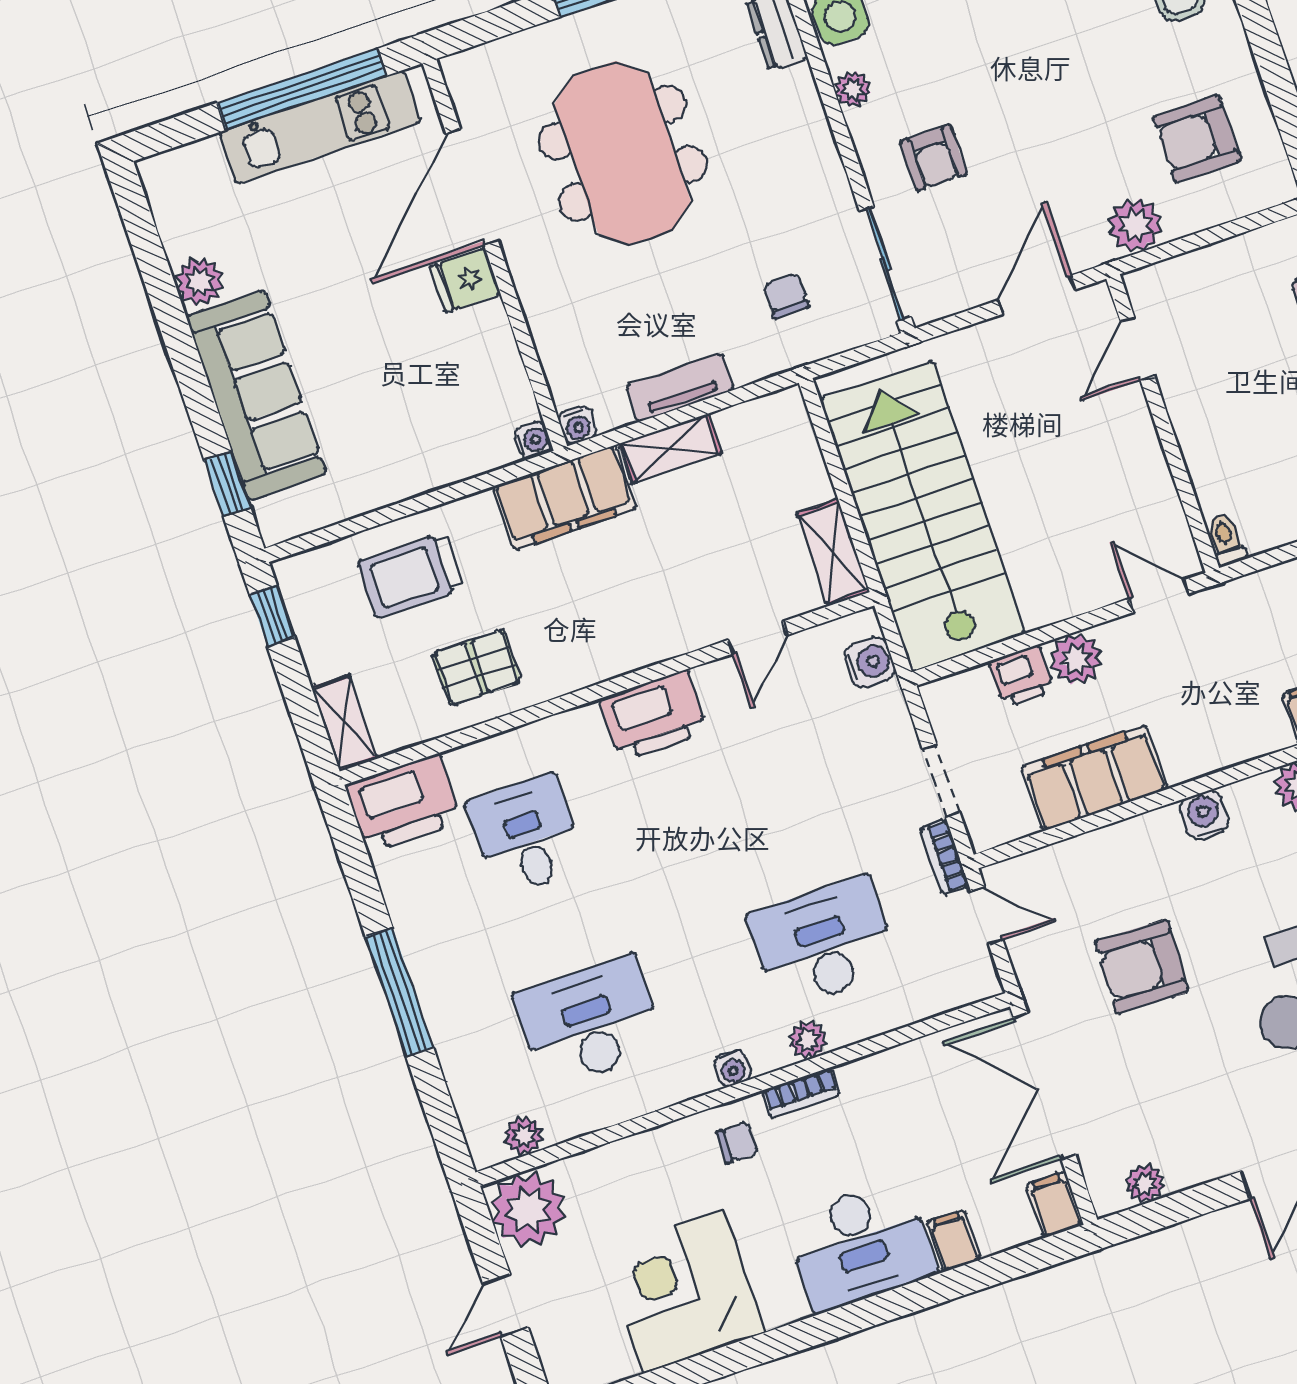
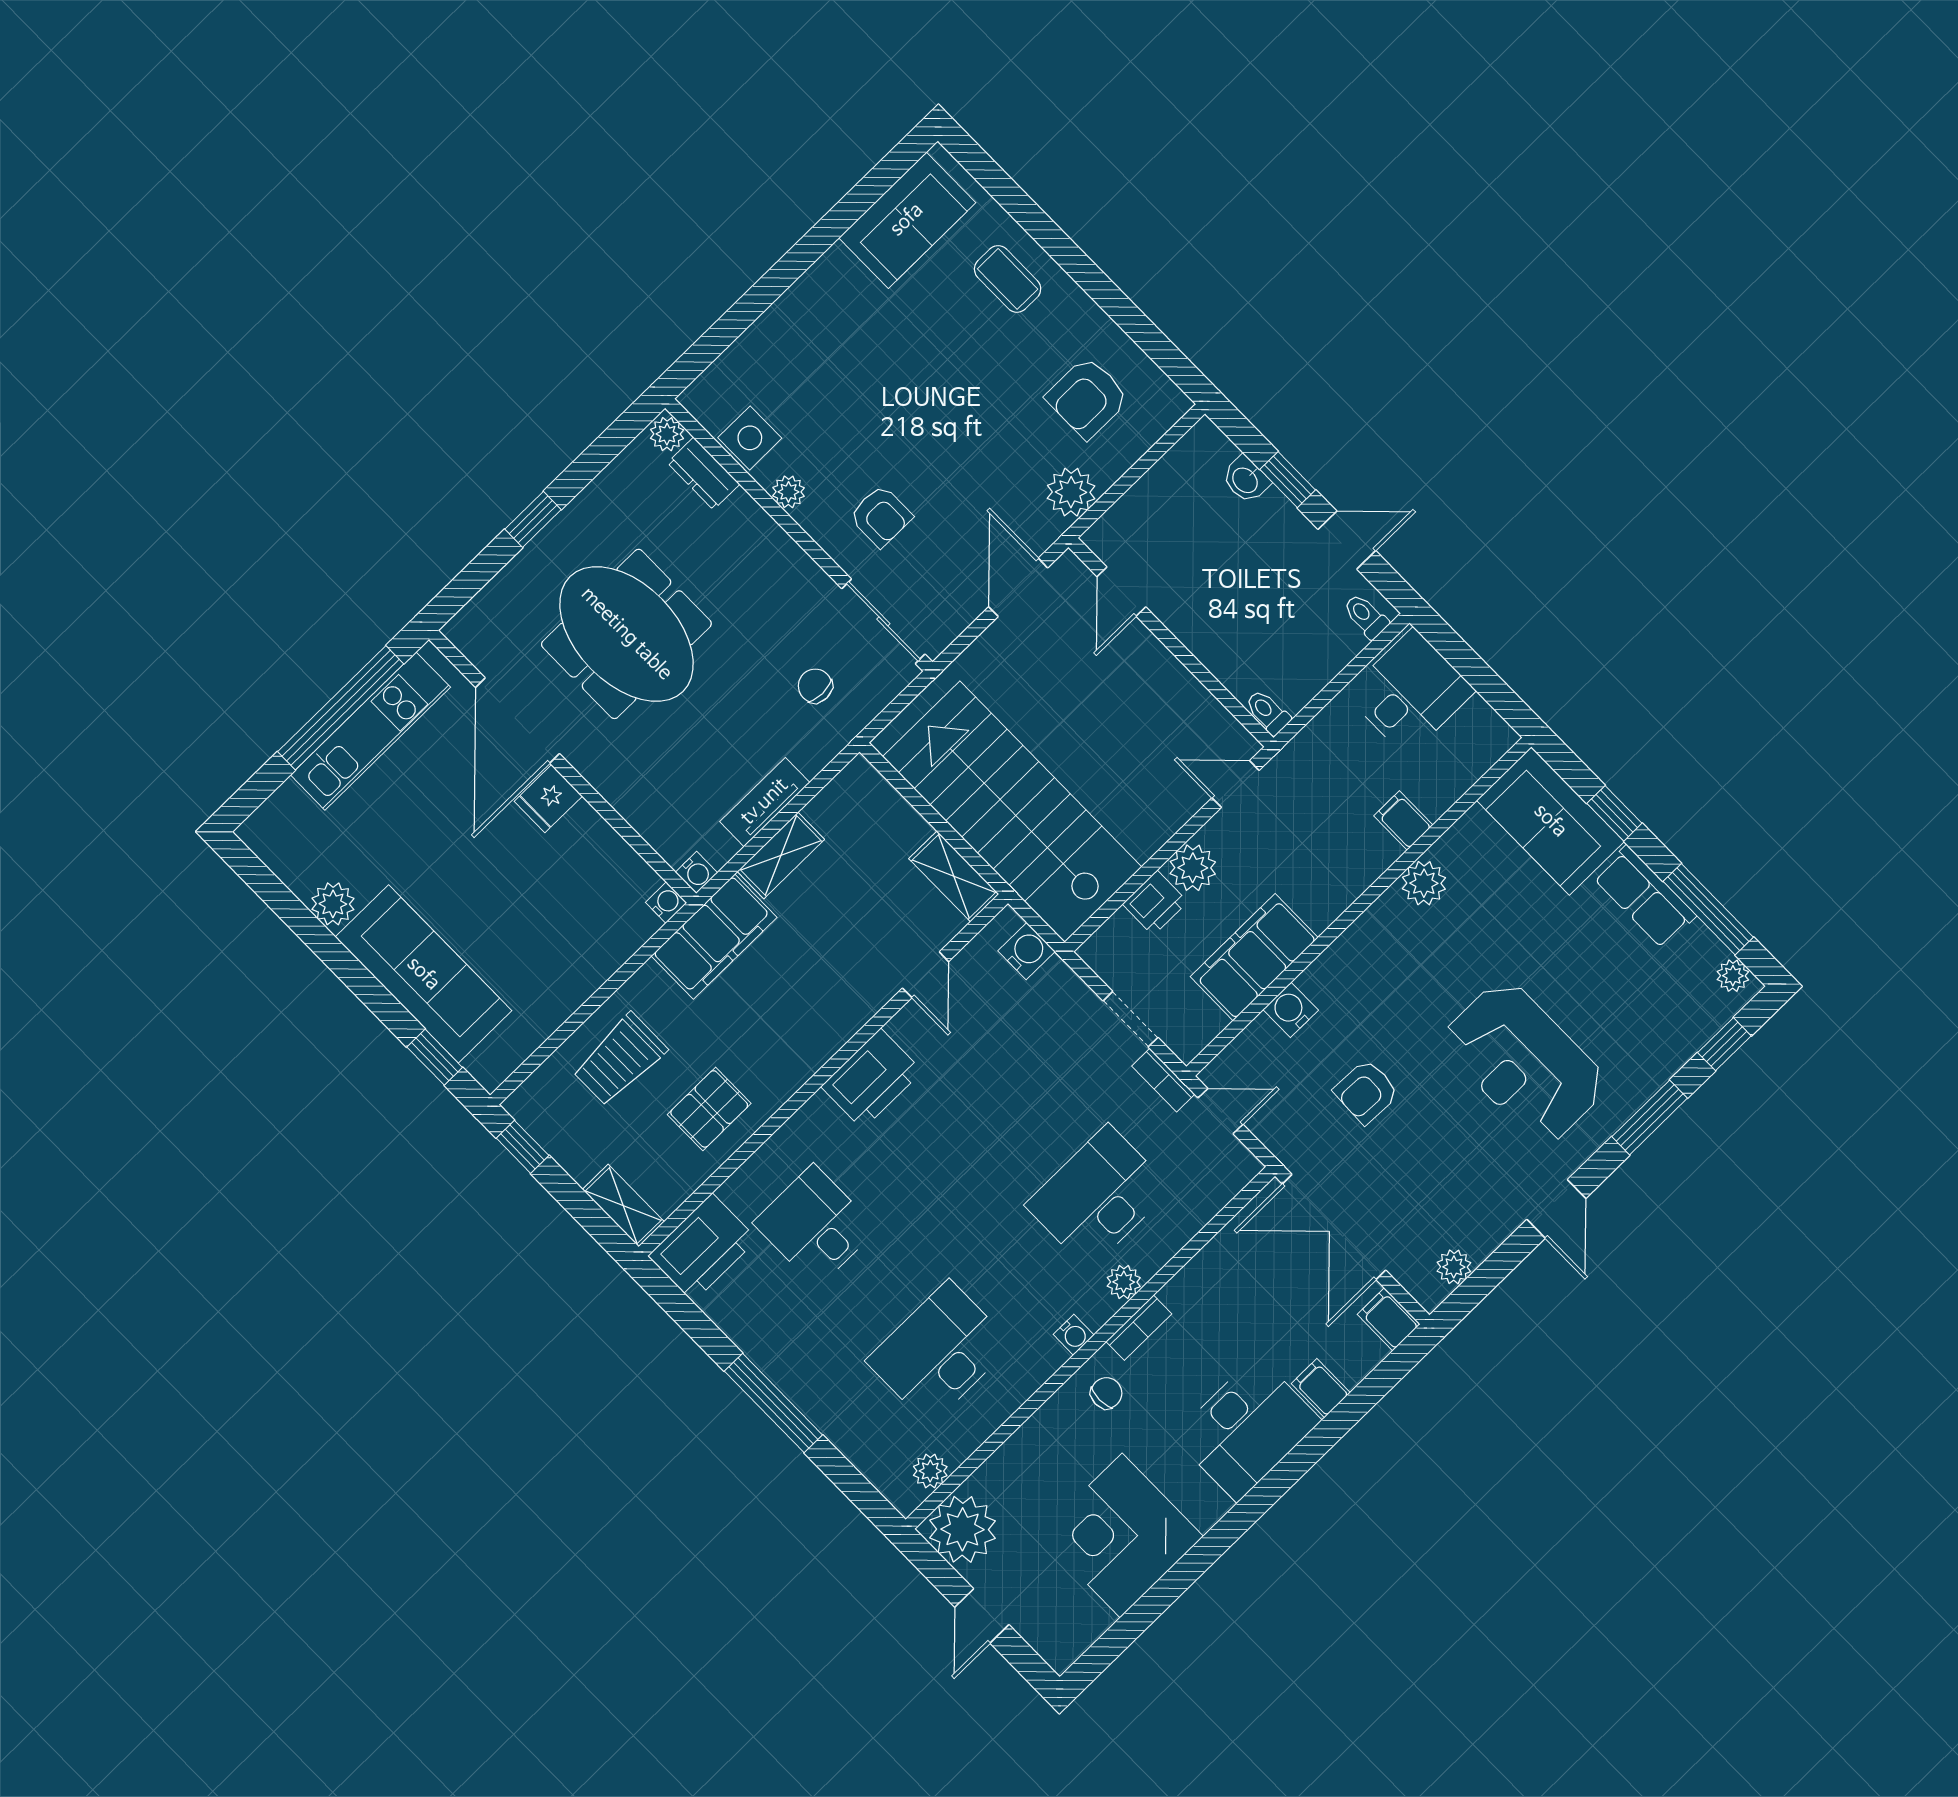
water cooler: (1204, 815) -> (1291, 1010), moved
armchair: (1142, 966) -> (1366, 1092), width x0.72, depth x0.72

